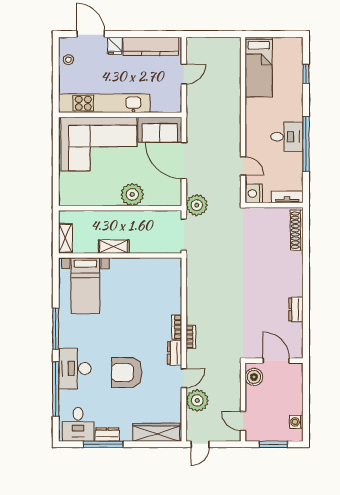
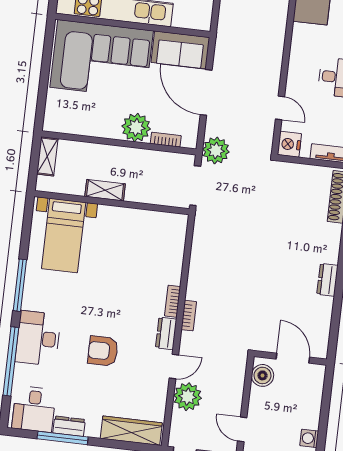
bookcase: (157, 201) -> (166, 140), added
shelving: (65, 238) -> (47, 156), moved
dresser: (296, 309) -> (327, 280), moved
armchair: (127, 372) -> (103, 351), width x0.73, depth x0.73

